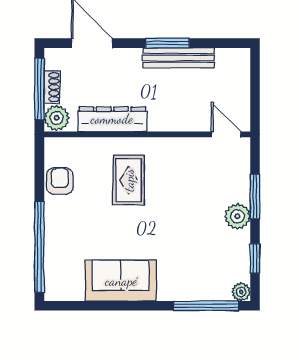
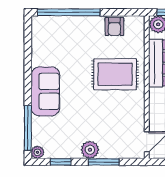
rug: (129, 180) -> (115, 74), width x1.36, depth x1.43
armchair: (60, 181) -> (114, 27), turned 90
sofa: (121, 281) -> (45, 91), moved

